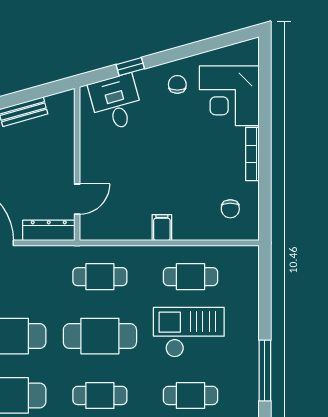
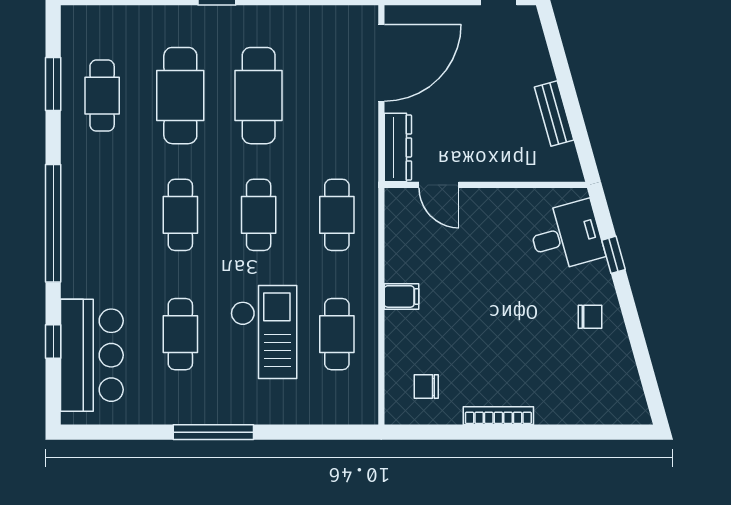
corner desk: (229, 96) -> (575, 385), removed
cafe table: (100, 336) -> (259, 215), width x0.73, depth x0.74

